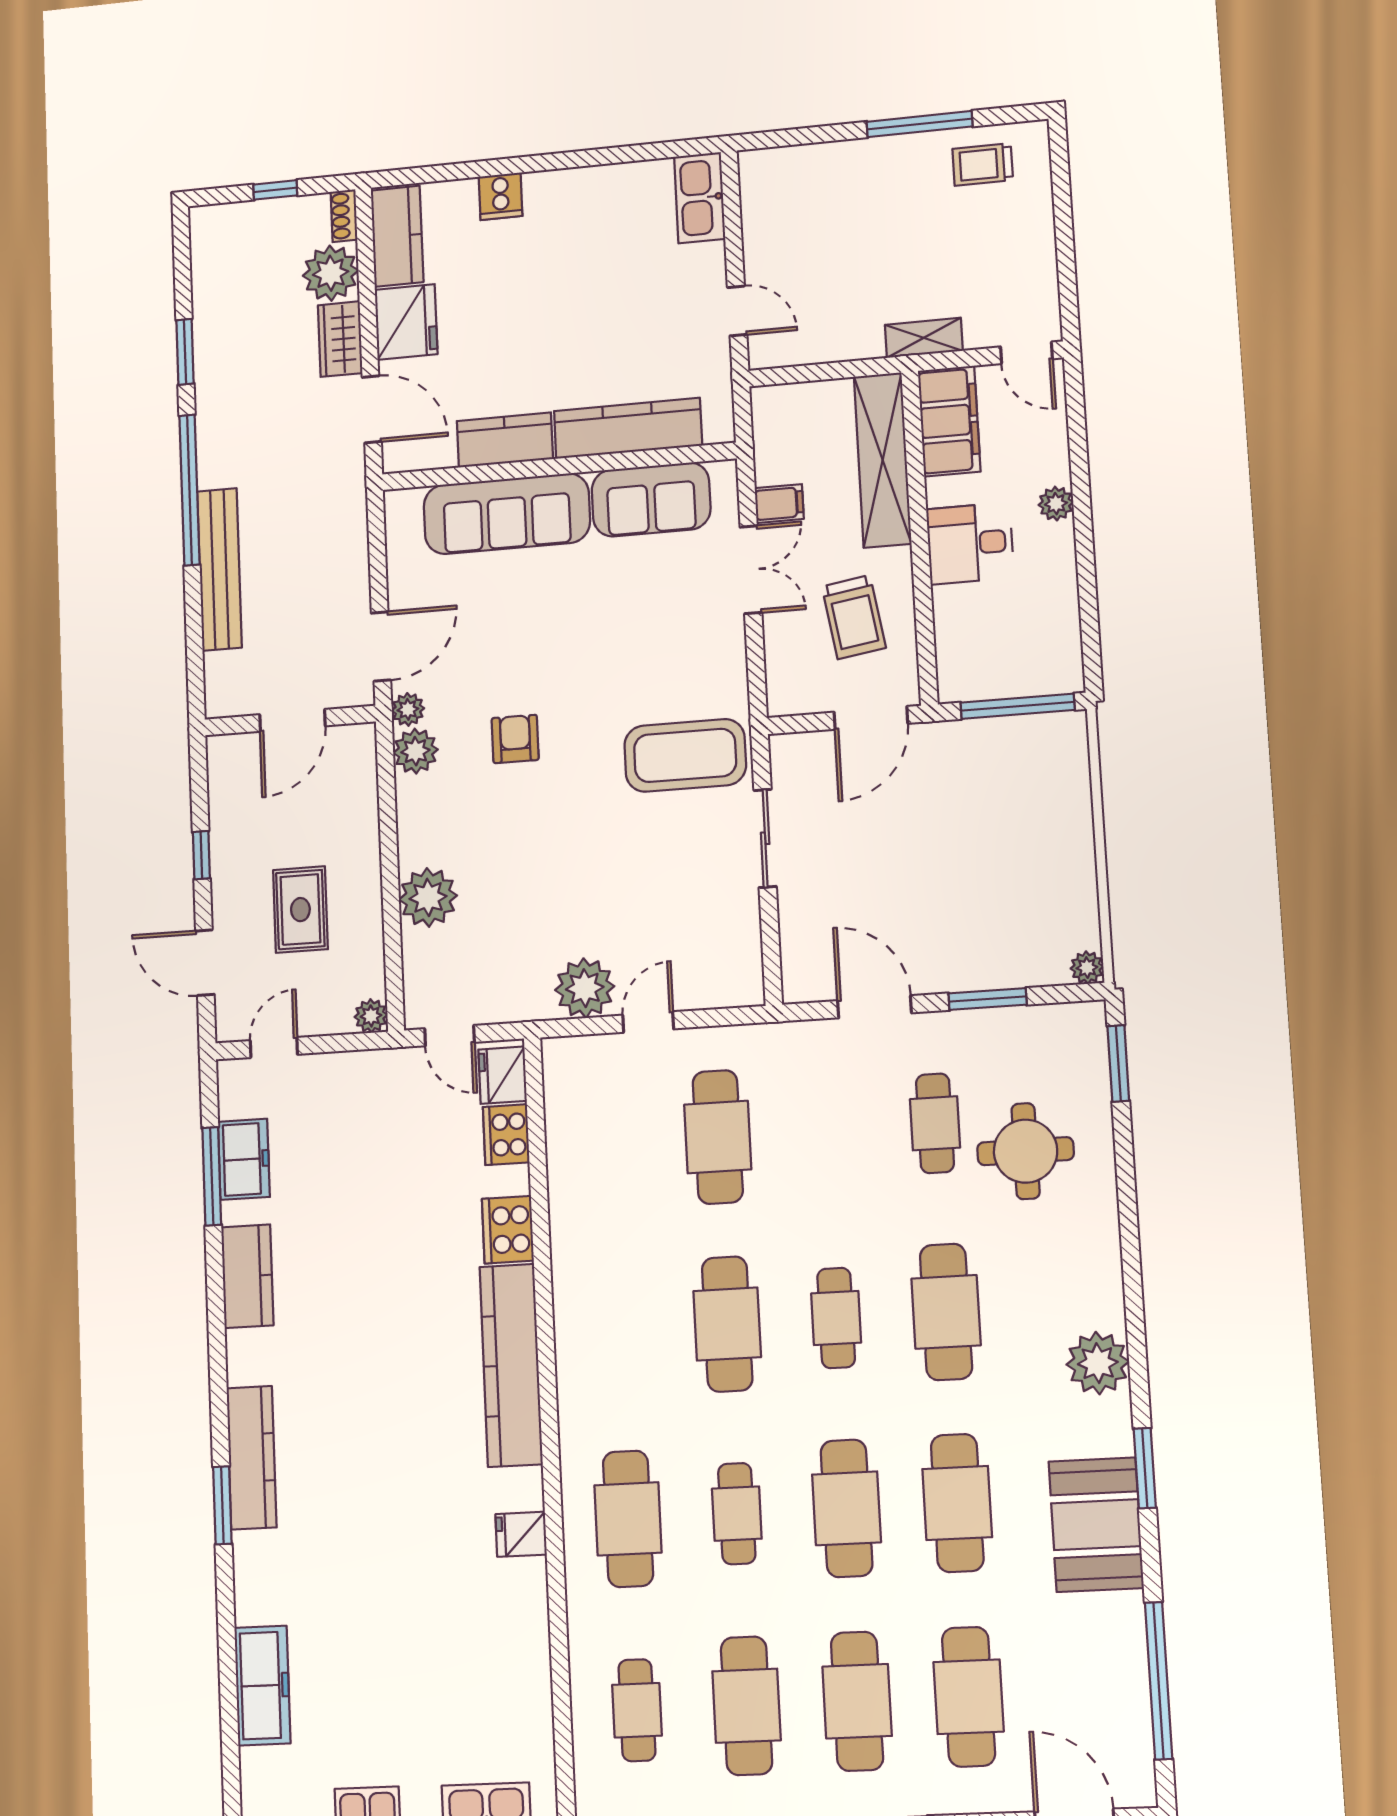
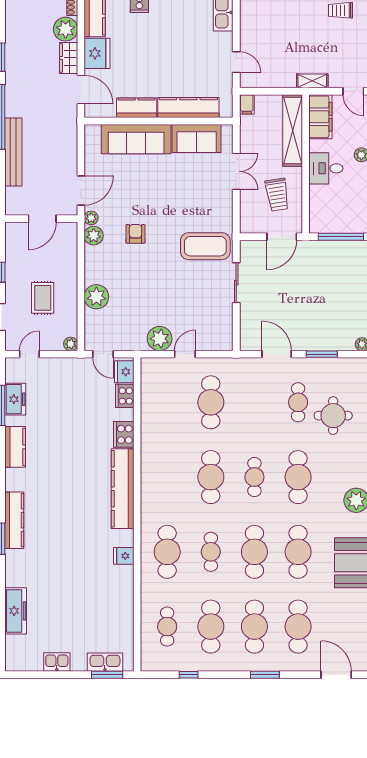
filing cabinet: (779, 504) -> (247, 104), moved, turned 90

